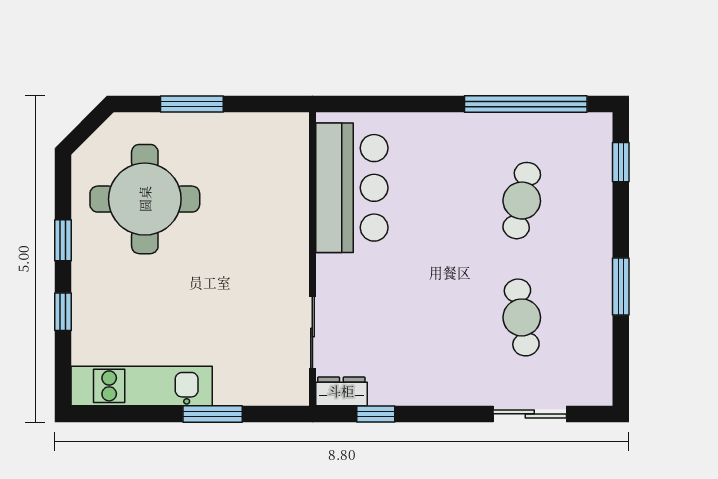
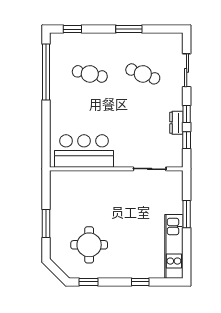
round table: (145, 199) -> (89, 245), width x0.73, depth x0.73
window: (63, 240) -> (89, 282), moved
cafe table: (522, 317) -> (143, 74), turned 30
dresser: (341, 391) -> (176, 123), moved
window: (433, 414) -> (187, 114), added

